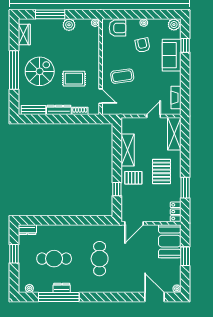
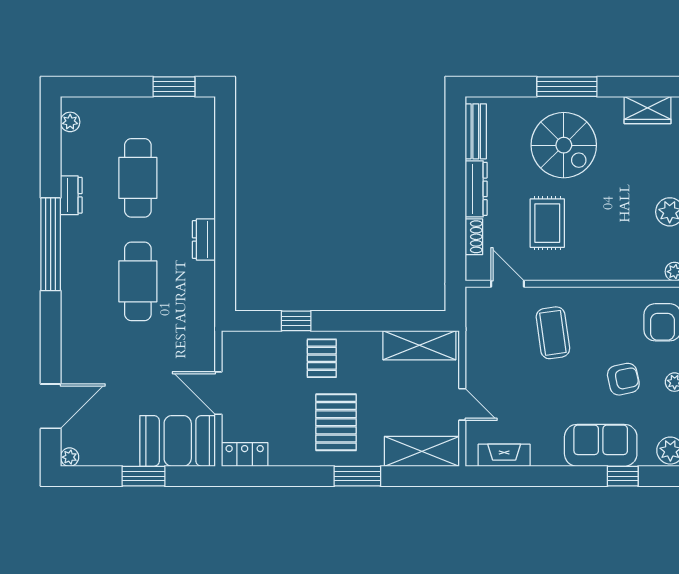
window: (14, 70) -> (567, 87), width x0.68
door: (101, 96) -> (507, 284), swing flipped
shelving: (128, 150) -> (419, 345), moved
pallet: (161, 171) -> (336, 422), turned 90
window: (185, 188) -> (357, 476), moved
door: (134, 223) -> (218, 393), moved
dresser: (27, 230) -> (204, 240), moved
window: (14, 254) -> (174, 87), moved
cafe table: (100, 259) -> (138, 281), turned 90
window: (59, 297) -> (51, 244), moved

